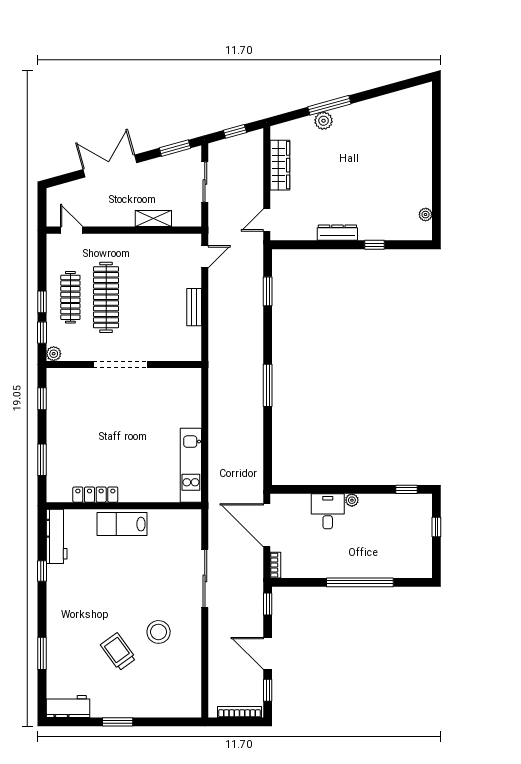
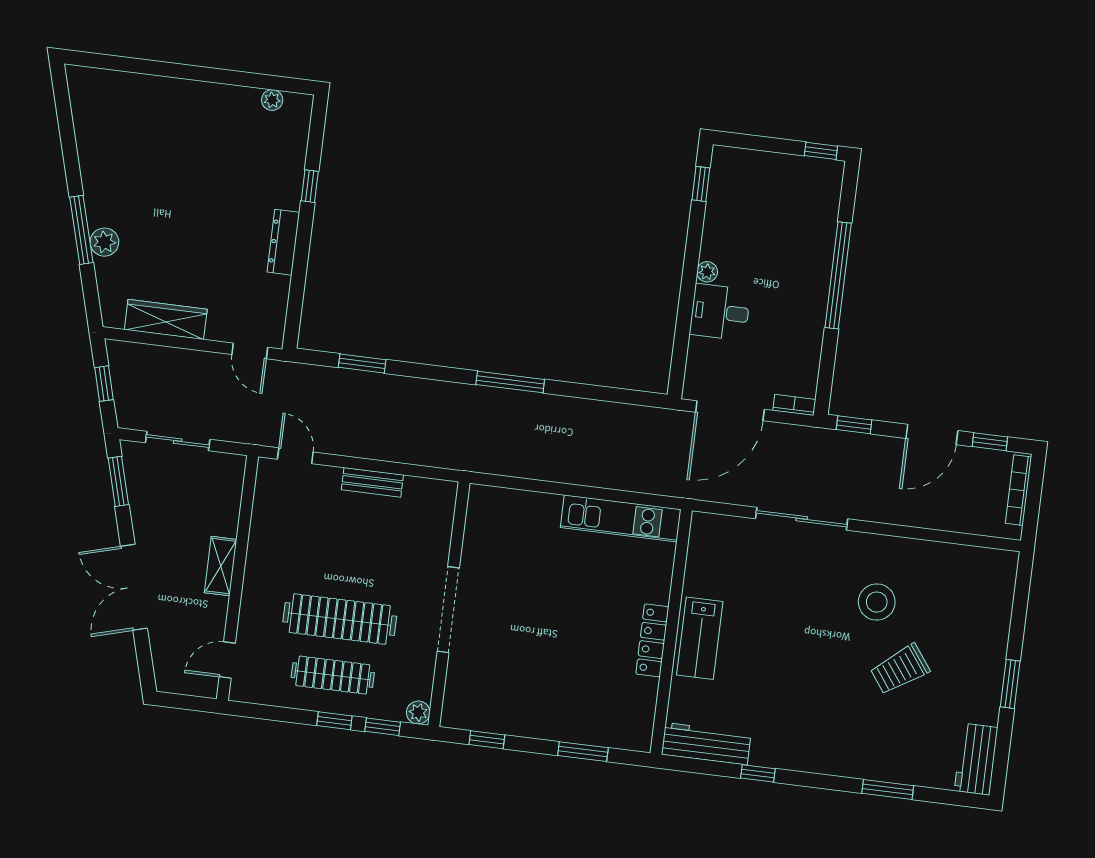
shelving: (153, 219) -> (221, 566), moved
locker: (95, 495) -> (652, 640), moved
window: (436, 527) -> (821, 151), moved

